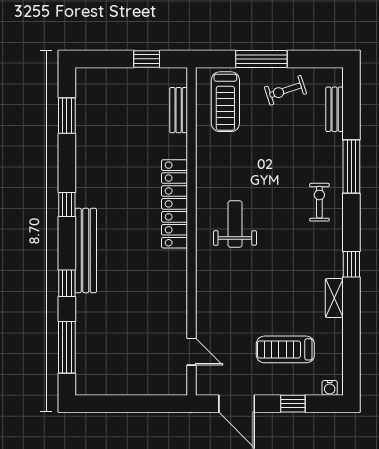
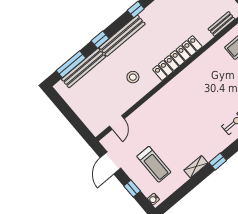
weight bench: (235, 224) -> (191, 93), removed
stool: (151, 282) -> (133, 77), added
bench: (85, 335) -> (84, 68), added
treadmill: (285, 349) -> (154, 164), turned 180

